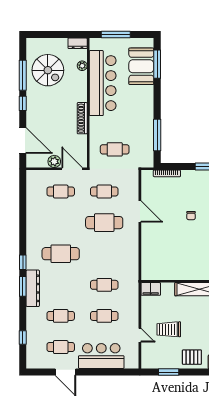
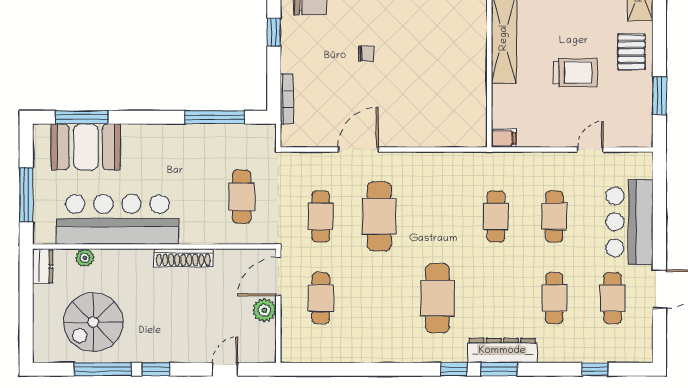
spiral stairs: (48, 70) -> (93, 322), turned 180
door: (23, 140) -> (225, 369), width x0.53
filing cabinet: (151, 289) -> (504, 138), width x0.50
trolley: (169, 329) -> (575, 73), moved, turned -90

